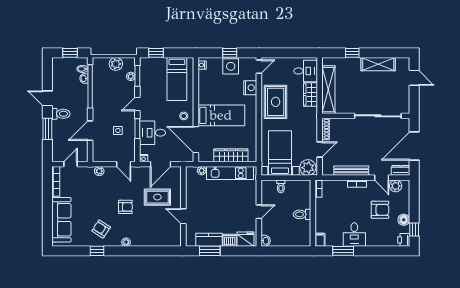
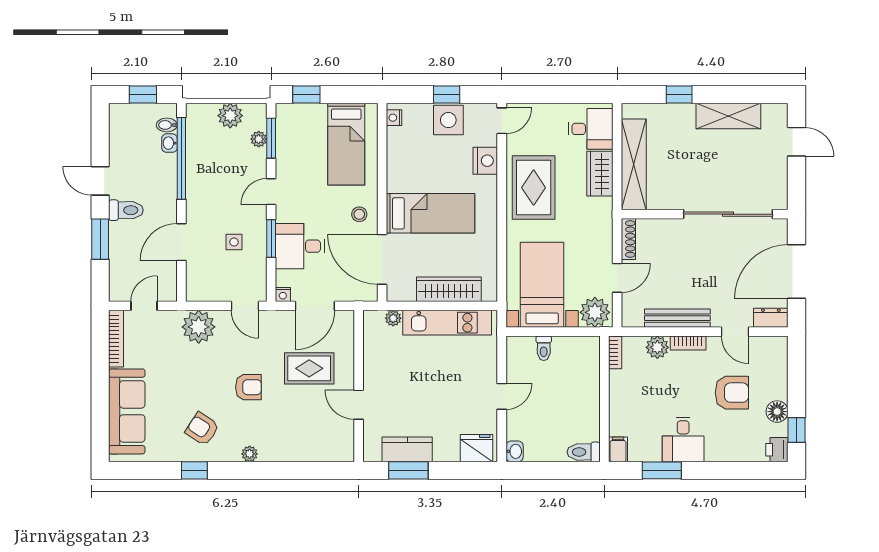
plant: (99, 171) -> (199, 327), width x1.87, depth x1.87
plant: (396, 186) -> (657, 347), moved
toilet: (302, 214) -> (584, 452), moved
dishwasher: (230, 240) -> (446, 450), removed

